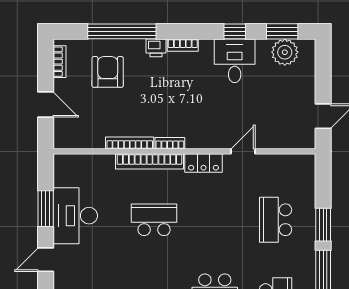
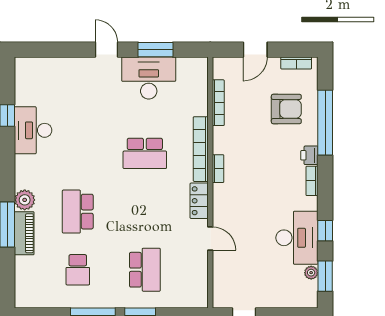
plant: (285, 52) -> (311, 273), width x0.53, depth x0.53
desk: (235, 61) -> (297, 238), width x1.37
bookcase: (130, 143) -> (218, 103), moved
school desk: (154, 220) -> (145, 153), turned 90
school desk: (276, 220) -> (145, 270), turned 90

